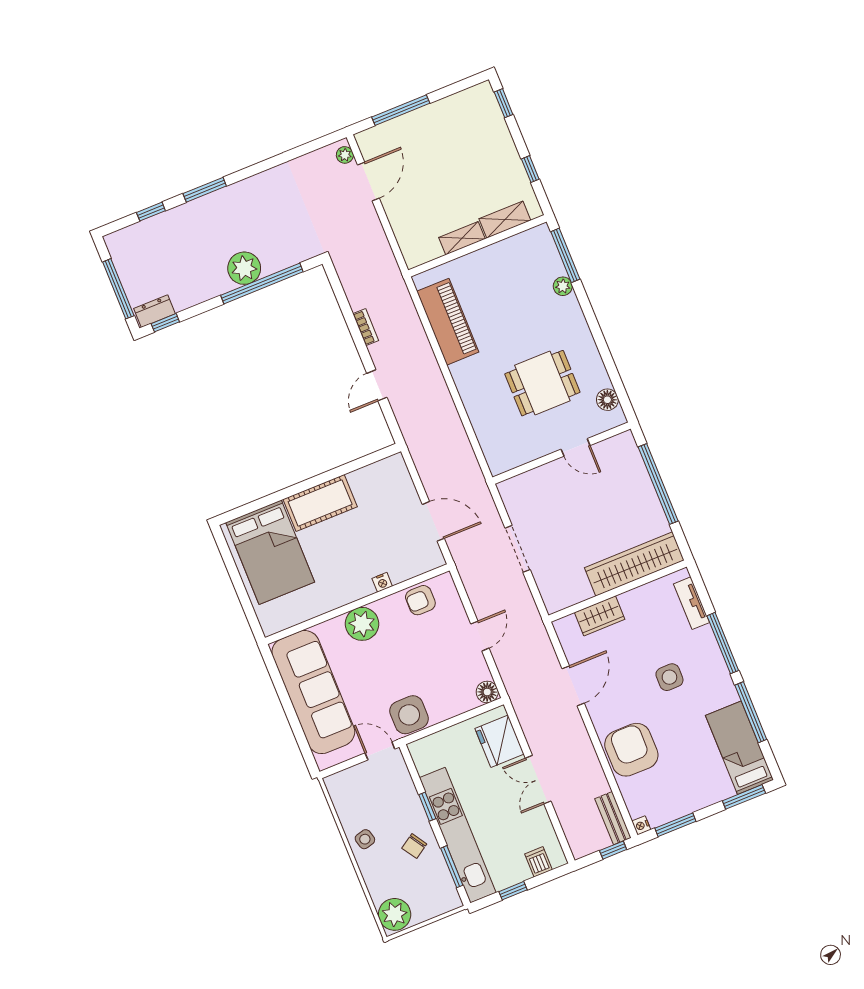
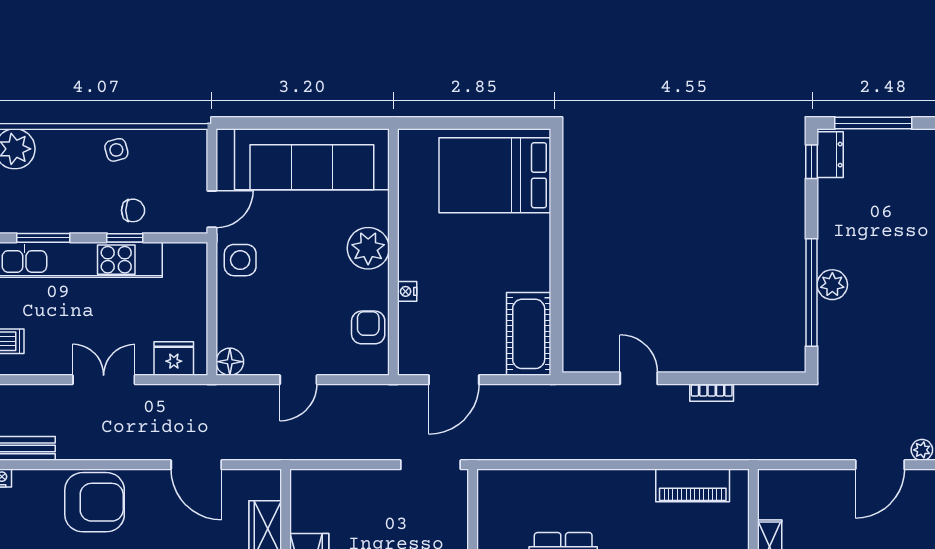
door: (368, 181) -> (880, 465), hinge flipped
plant: (244, 268) -> (832, 285), width x0.73, depth x0.73
piano: (448, 322) -> (693, 485), width x0.73, depth x0.75
cot: (320, 503) -> (529, 334), moved
doorway: (518, 549) -> (431, 465), moved
door: (480, 636) -> (298, 380), hinge flipped
side table: (409, 715) -> (240, 260), width x0.73, depth x0.73
fridge: (499, 741) -> (174, 358), width x0.73, depth x0.75
chair: (414, 846) -> (133, 210), moved, turned 123

